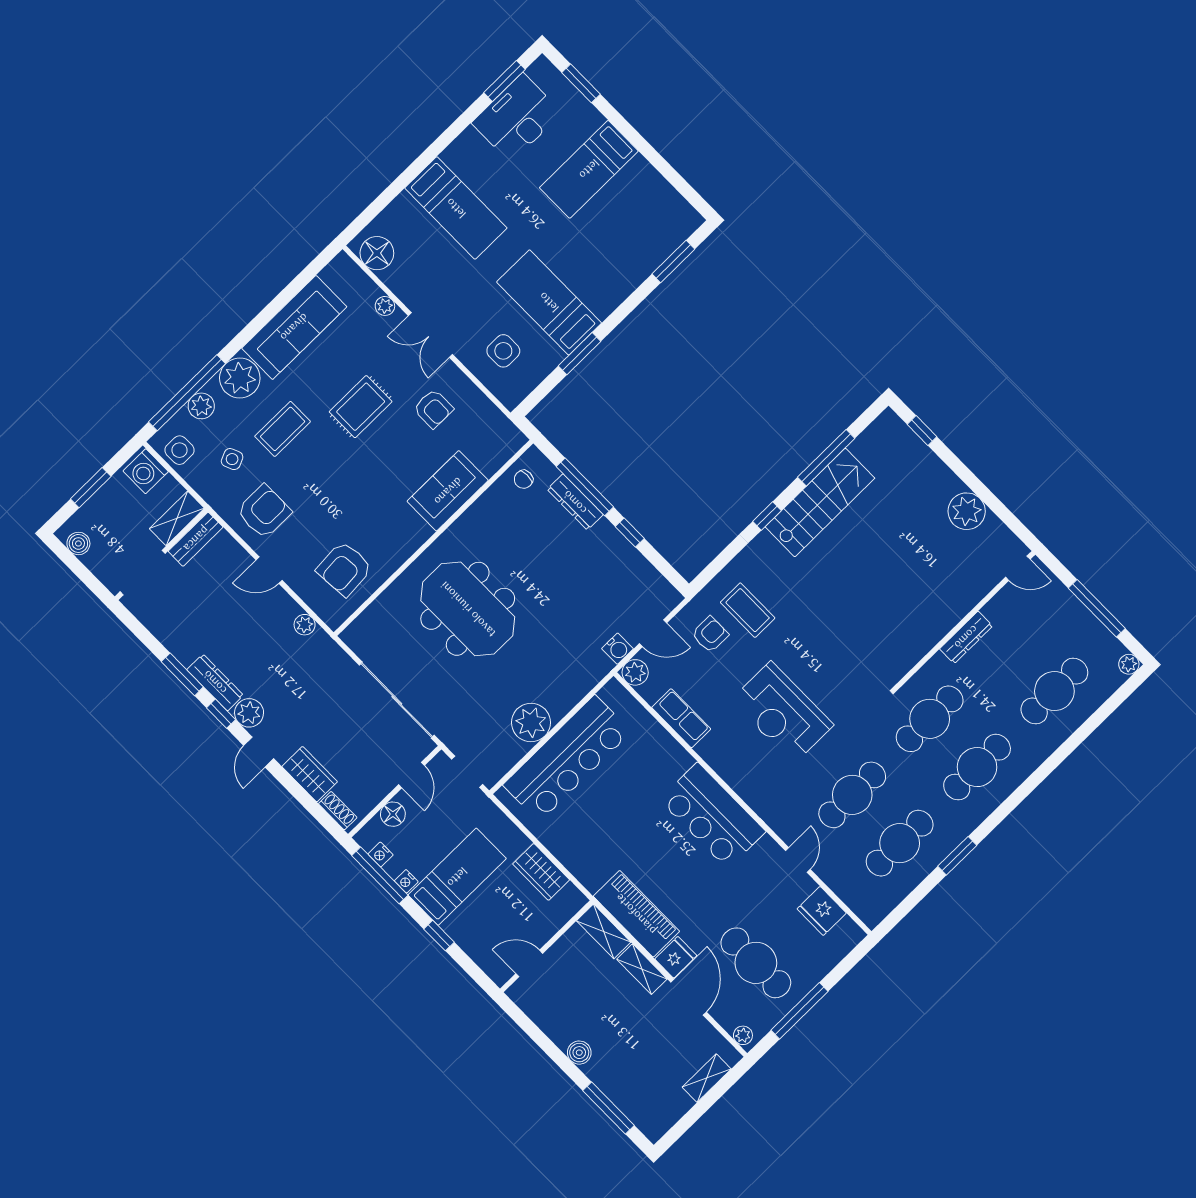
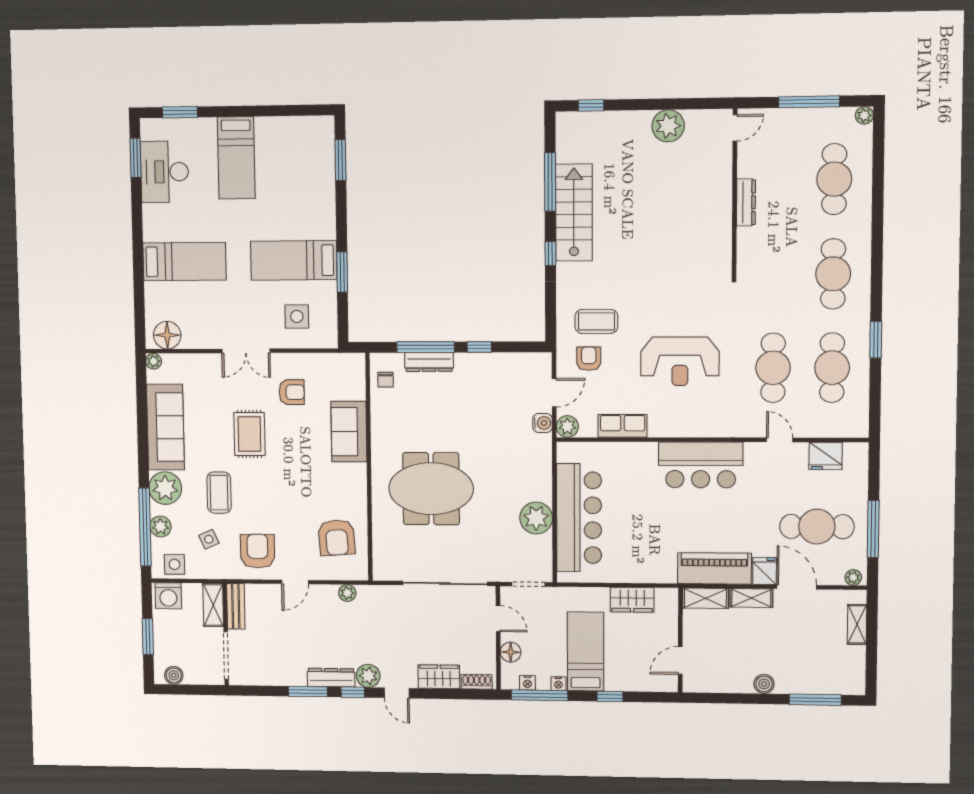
plant: (385, 306) -> (154, 361), moved
cafe table: (930, 719) -> (774, 274), removed

